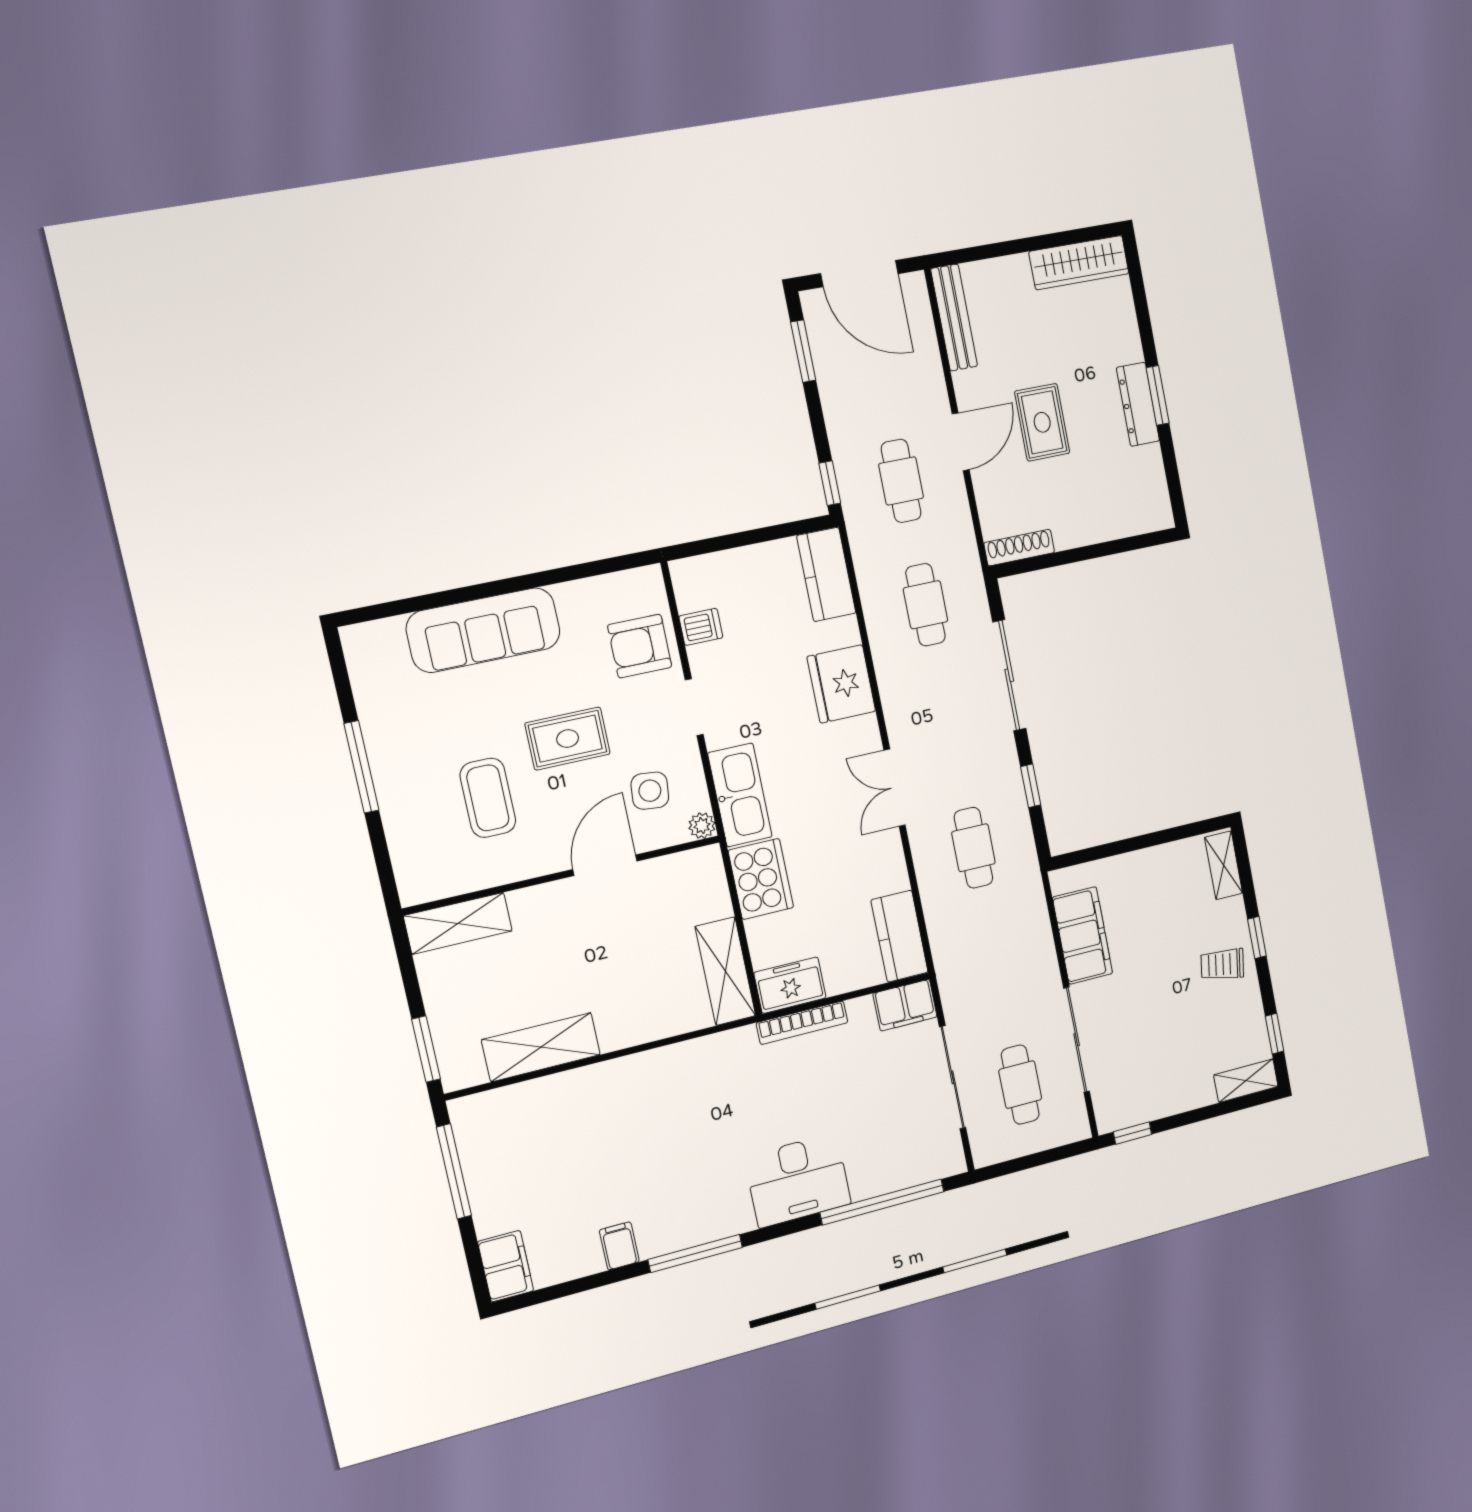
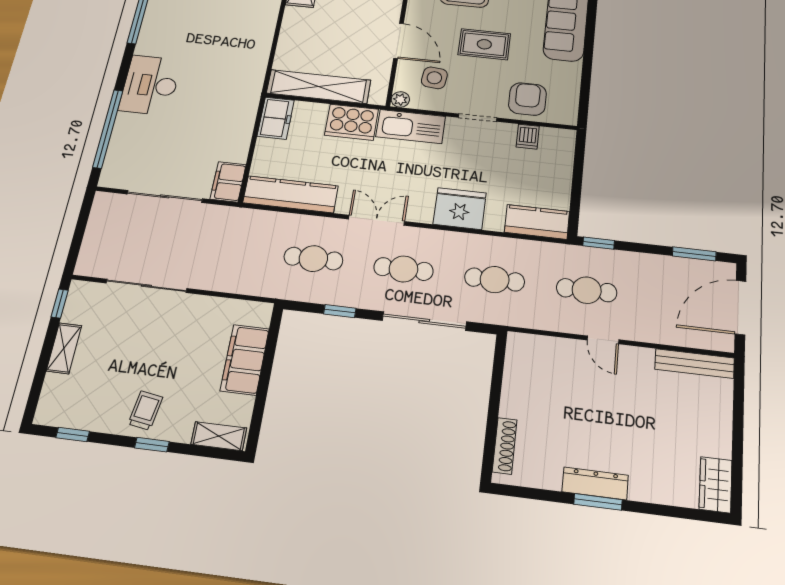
wardrobe: (1079, 263) -> (716, 485), width x0.67
rug: (1042, 422) -> (601, 404), removed
door: (961, 442) -> (603, 340), width x0.73
shoe rack: (1019, 548) -> (505, 446), moved
rug: (568, 739) -> (484, 44), turned 90
filing cabinet: (1083, 935) -> (245, 360), moved, turned 90
kitchen counter: (900, 936) -> (291, 194), width x1.50
shelving: (725, 971) -> (319, 87), width x1.47
bookcase: (802, 1023) -> (248, 118), removed
shelving: (1246, 1081) -> (64, 348), moved
cafe table: (1020, 1085) -> (403, 269), moved

